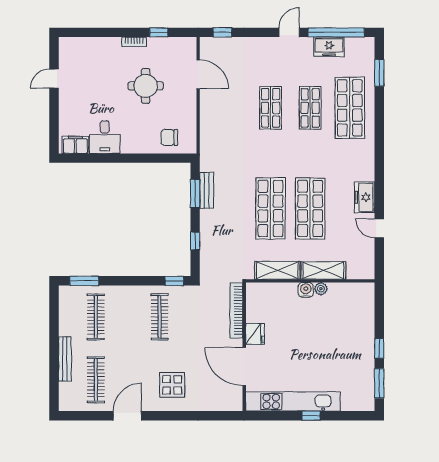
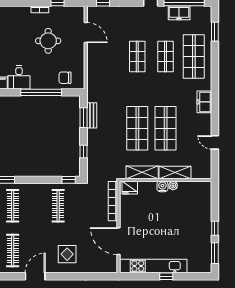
window: (136, 158) -> (41, 92), added
freezer: (365, 197) -> (204, 102), moved
fridge: (255, 334) -> (130, 188), moved, turned 90

